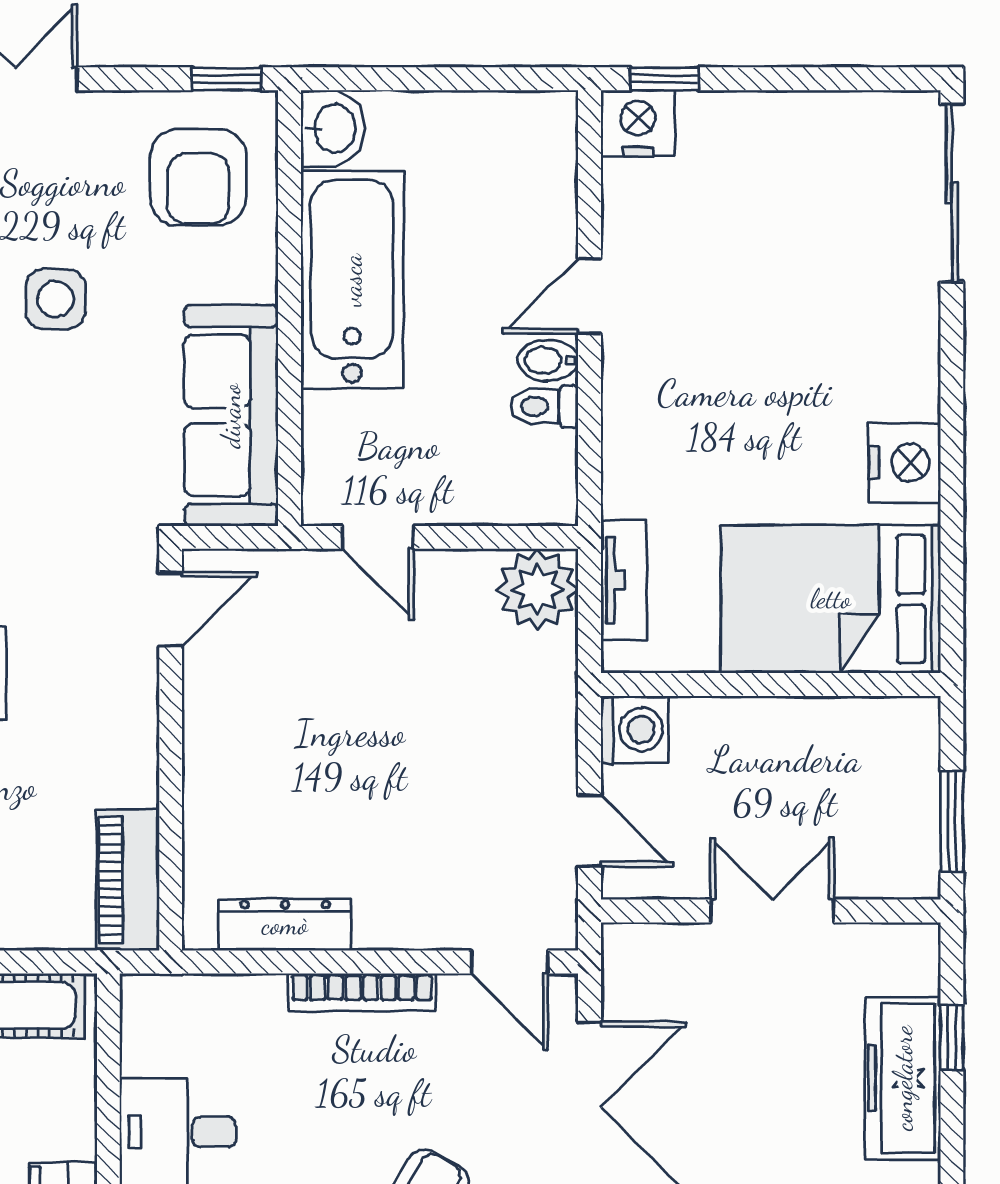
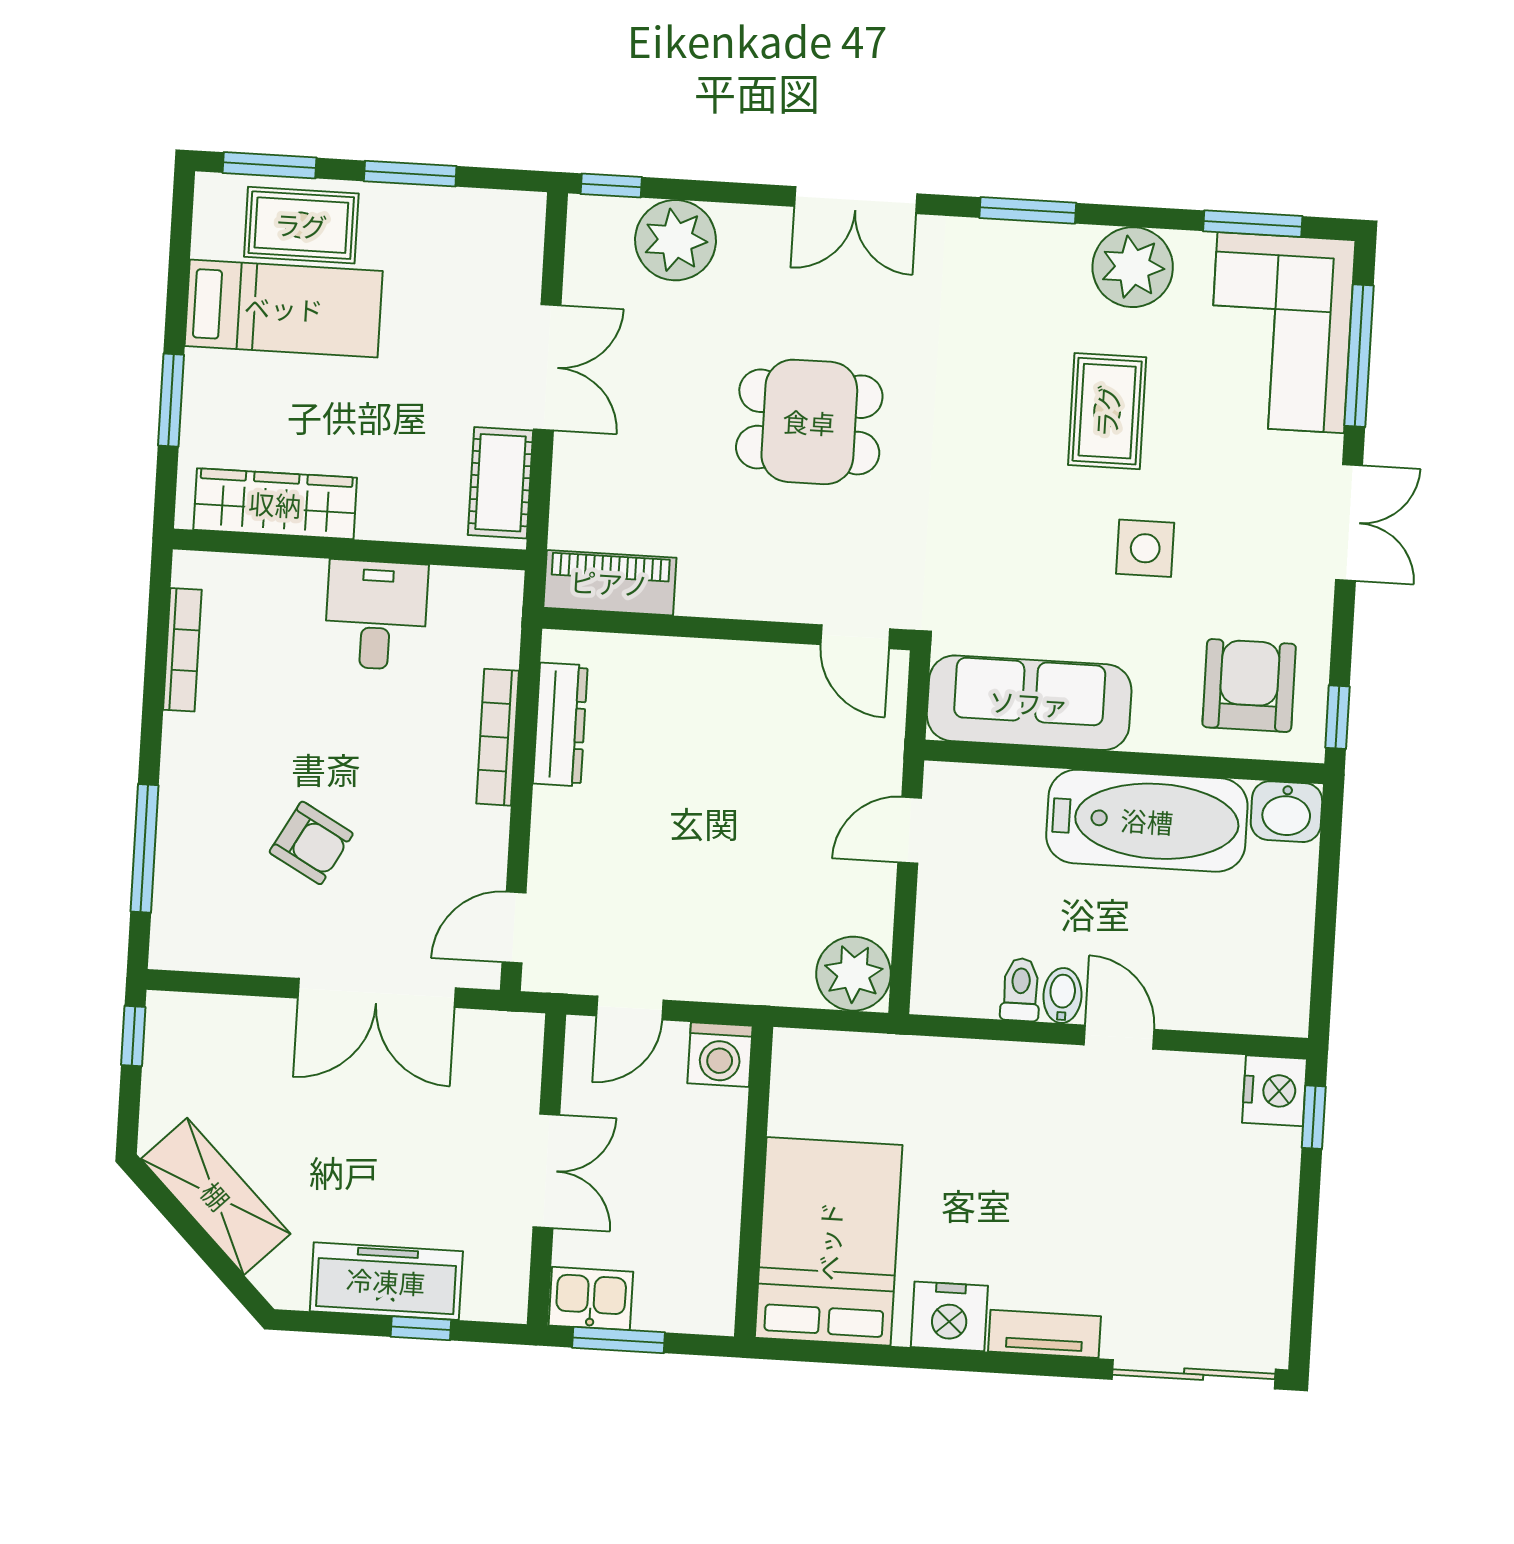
armchair: (198, 177) -> (1249, 685), turned 90
tv unit: (624, 580) -> (1044, 1334), moved, turned 180
kitchen sink: (908, 854) -> (591, 1299), added
bookcase: (362, 992) -> (498, 737), moved

